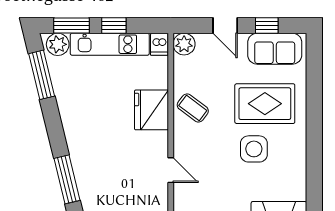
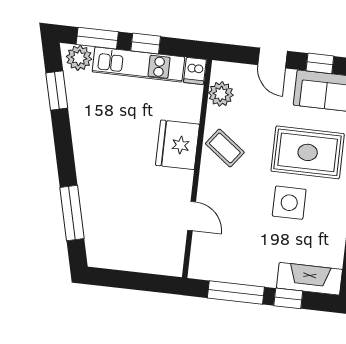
plant: (184, 44) -> (221, 94), moved
window: (42, 75) -> (57, 90), width x0.69

